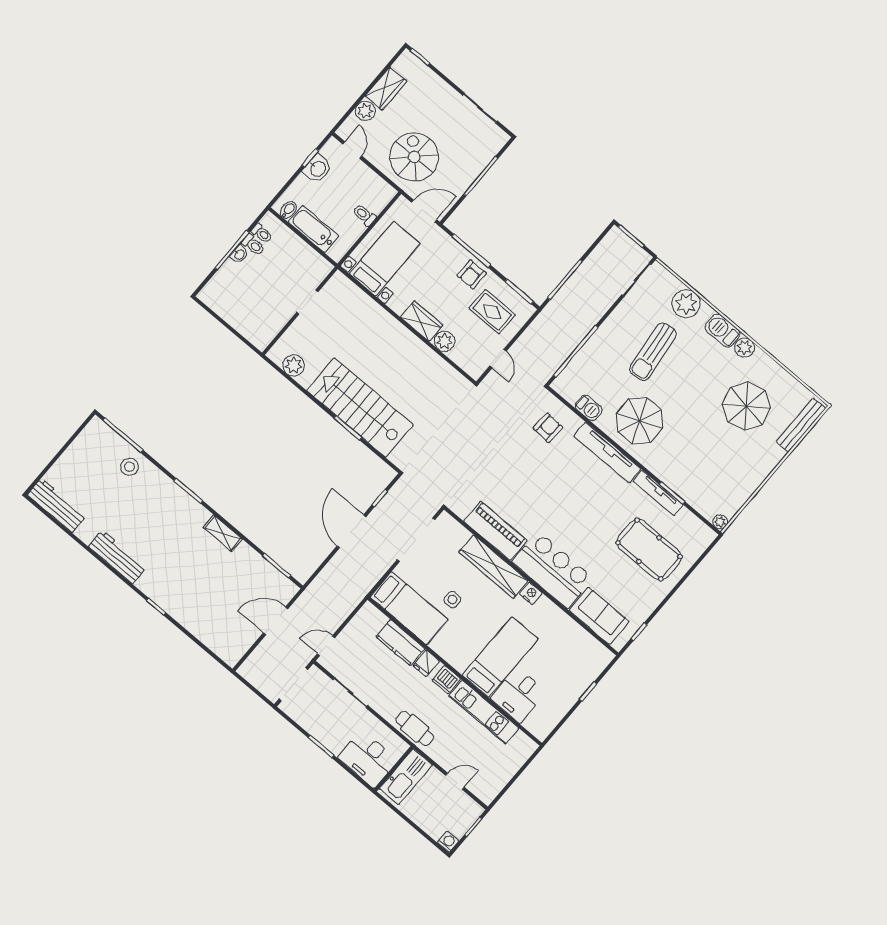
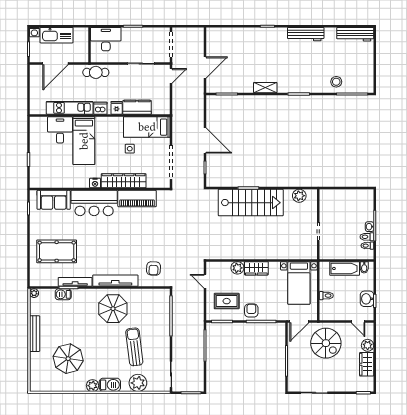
barbecue: (589, 408) -> (63, 294), moved
bench: (801, 425) -> (35, 334), moved
kitchen sink: (406, 777) -> (57, 35), moved, turned -90
door: (455, 781) -> (55, 63), width x1.87

